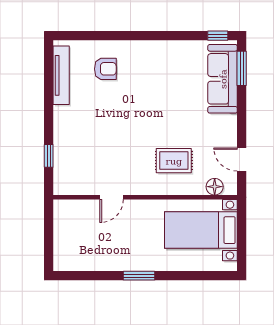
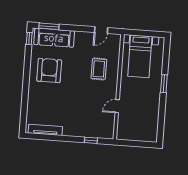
armchair: (105, 69) -> (49, 70), moved, width x1.88, depth x1.88
floor lamp: (215, 187) -> (116, 47), removed
door: (112, 197) -> (117, 106), swing flipped
window: (139, 276) -> (164, 84), moved

